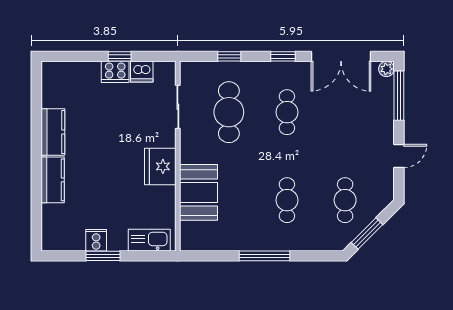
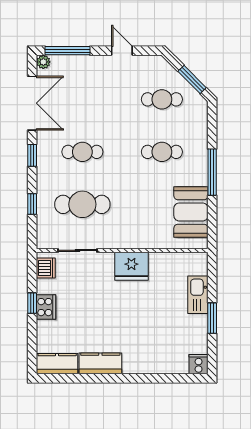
dishwasher: (142, 72) -> (46, 268), moved
kitchen counter: (53, 180) -> (57, 364), moved
booth: (198, 192) -> (191, 212), moved, turned 90
cooker: (96, 240) -> (199, 364), moved, turned 90
kitchen sink: (149, 240) -> (198, 295), moved

